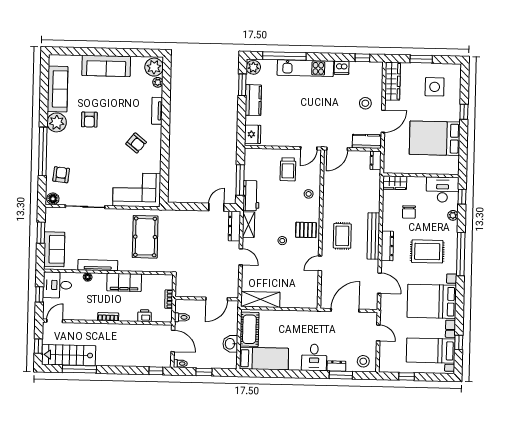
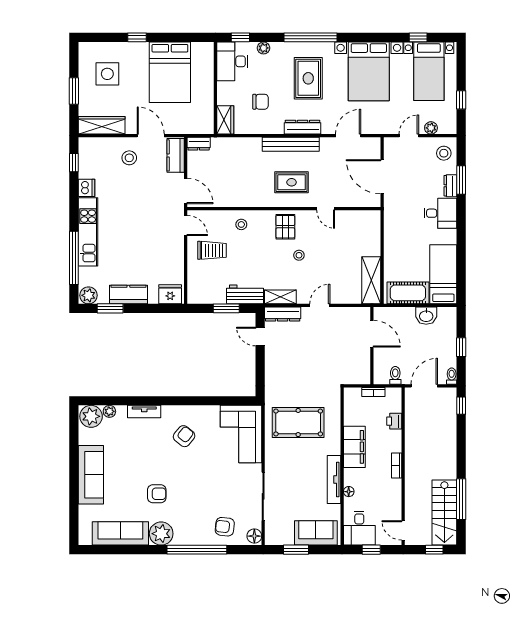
window: (240, 180) -> (226, 308), width x0.69
plant: (384, 351) -> (431, 128), added

